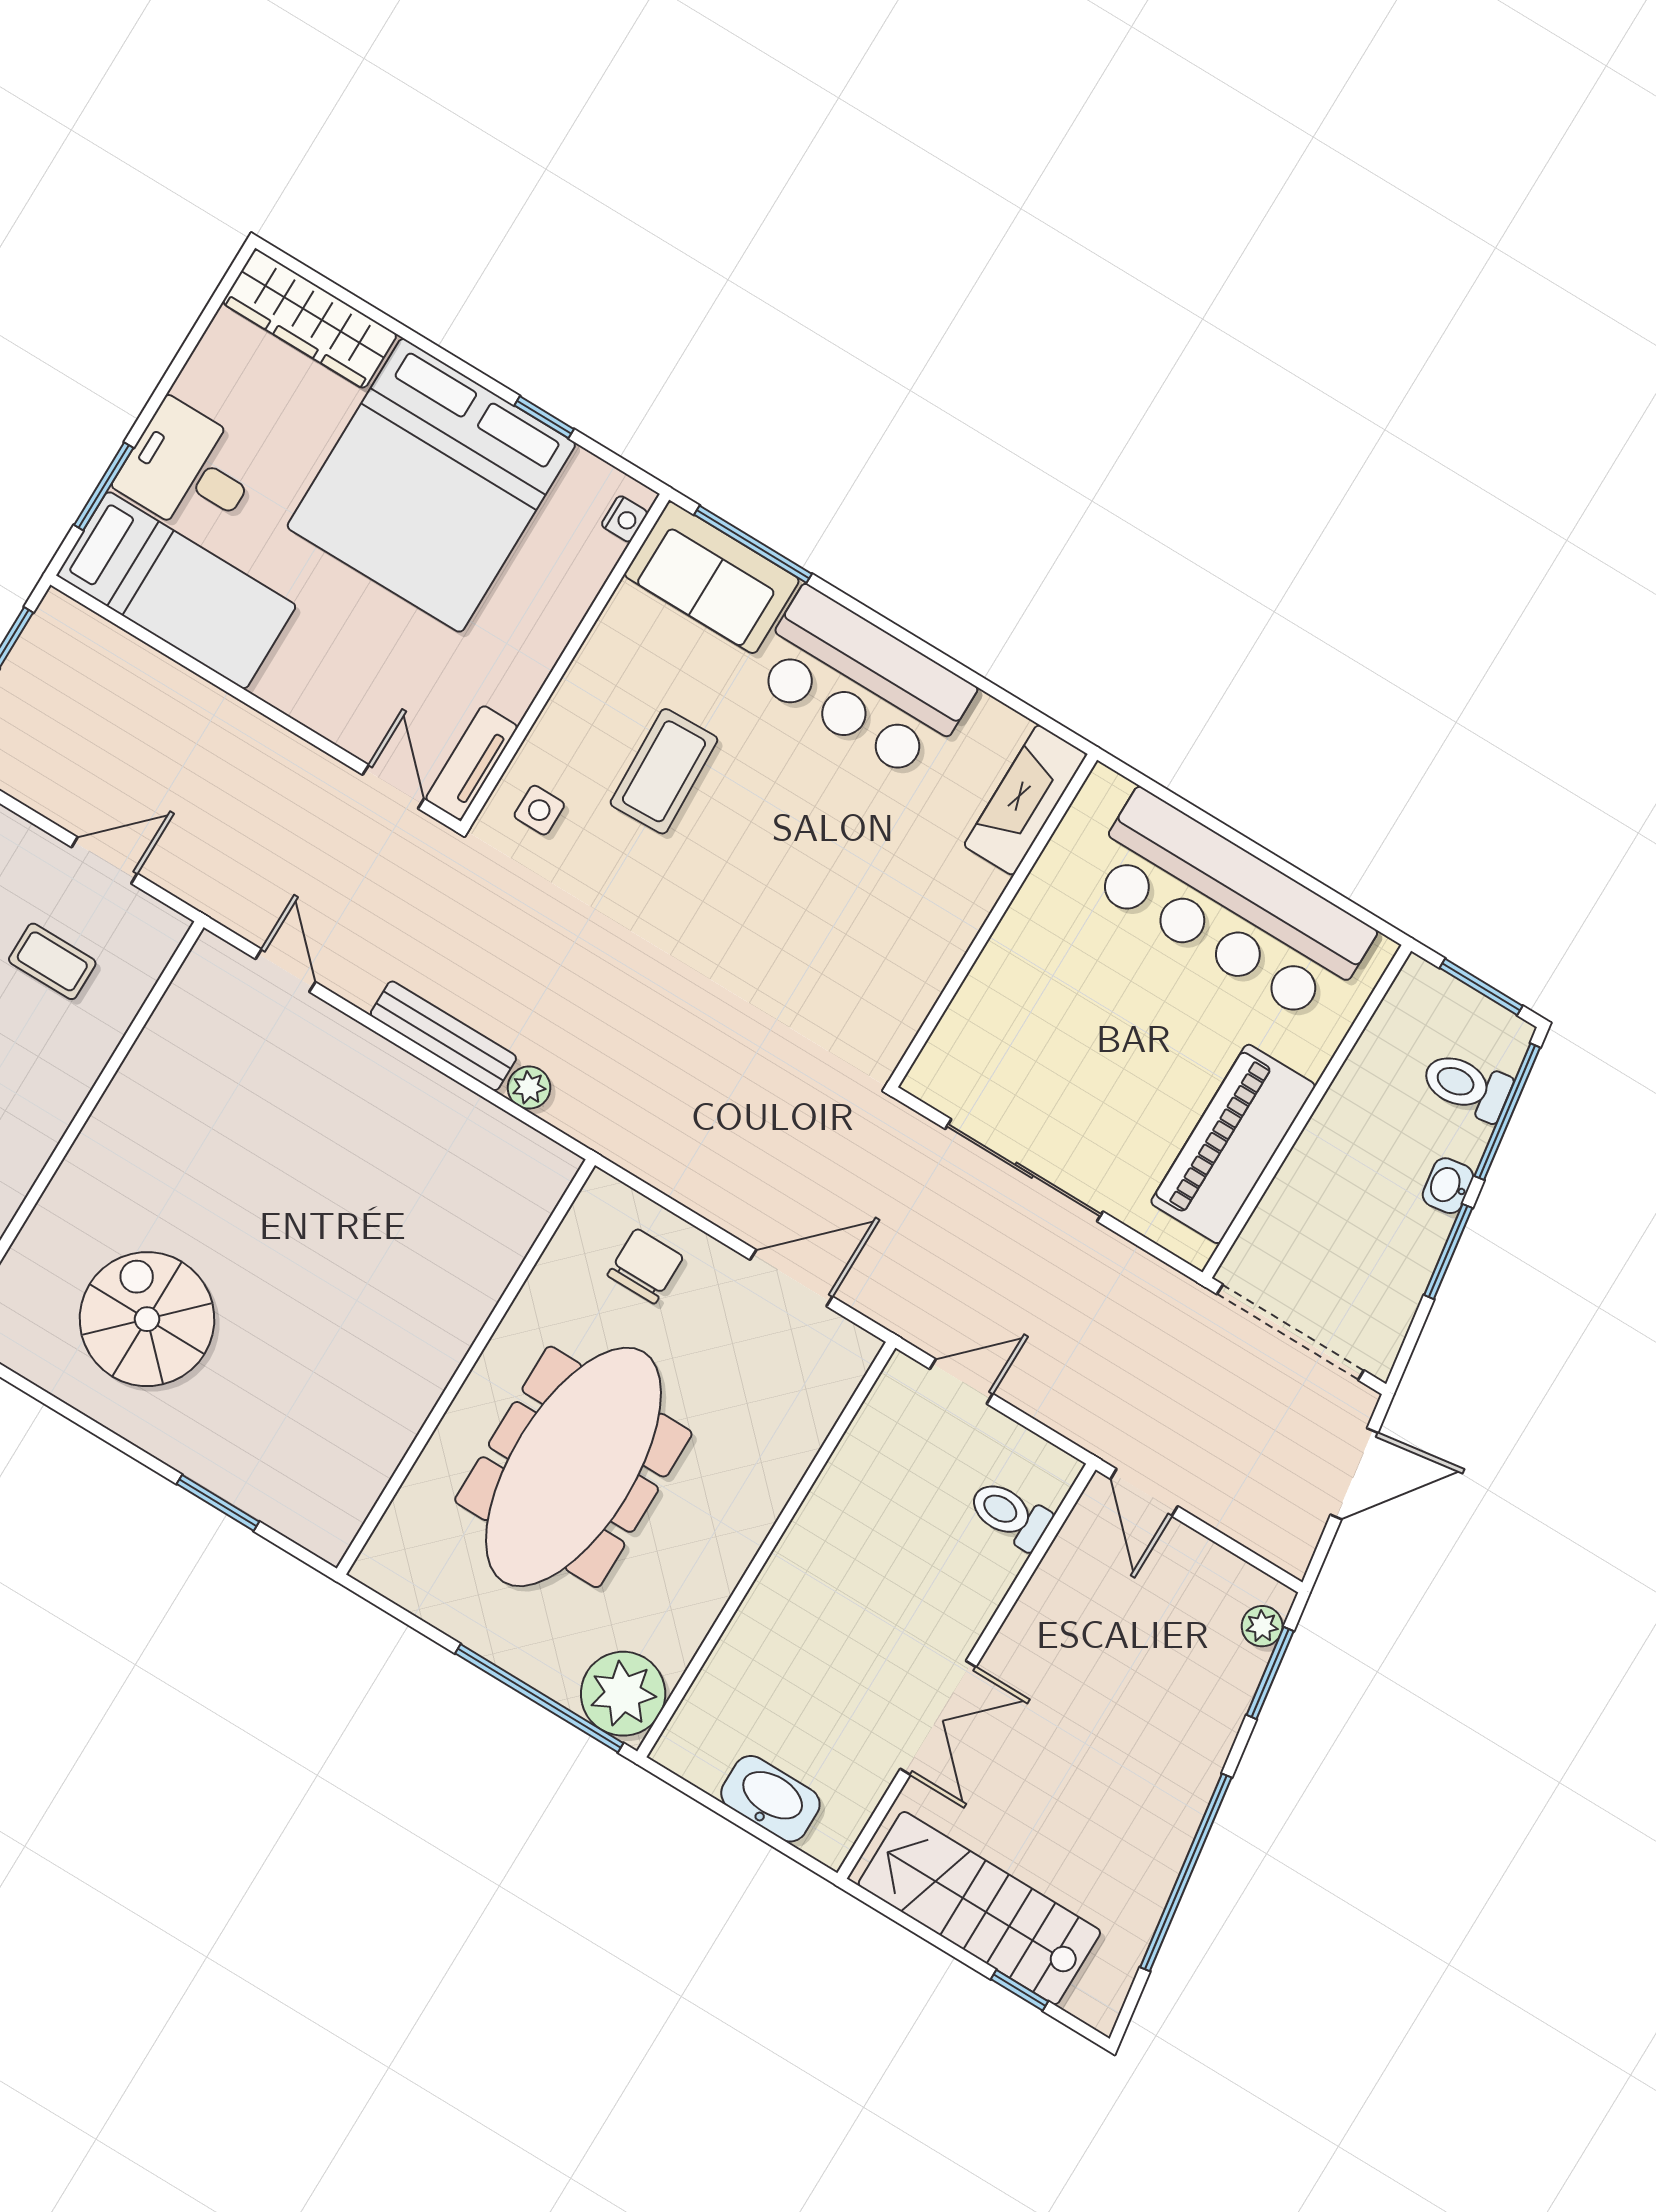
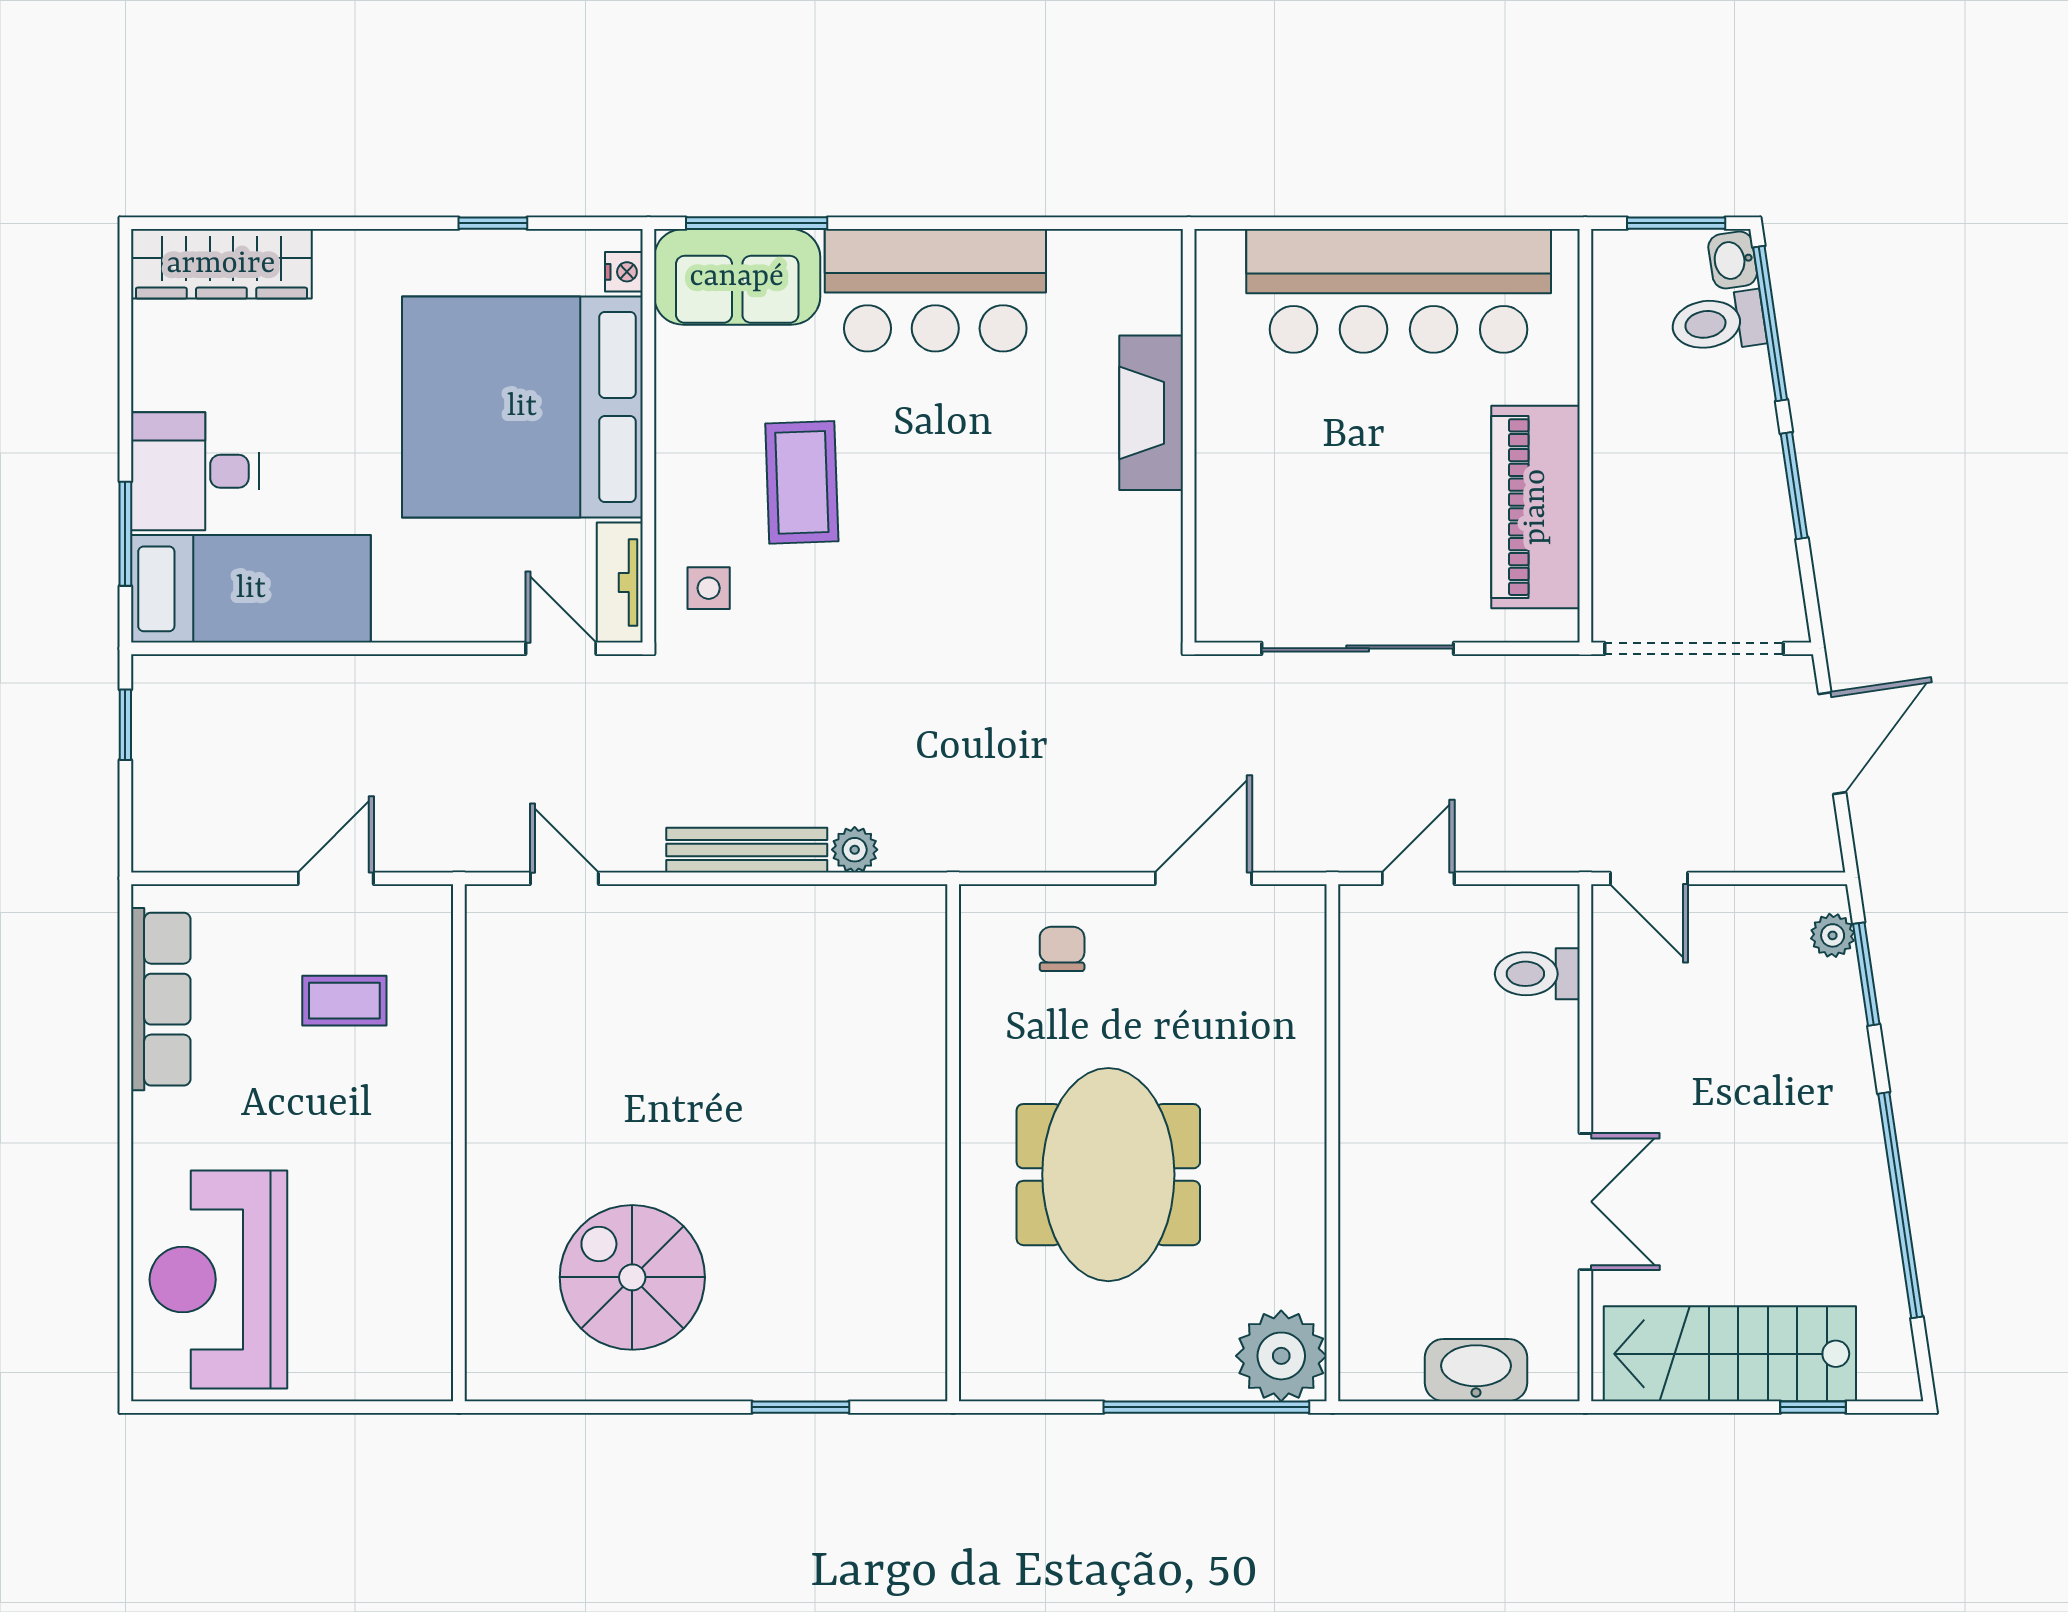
bed: (431, 485) -> (522, 407), moved, turned 90
fireplace: (1025, 800) -> (1151, 413), moved
washbasin: (1448, 1186) -> (1733, 260), moved
chair: (645, 1266) -> (1062, 949), width x0.73, depth x0.73
meeting table: (573, 1467) -> (1108, 1175), width x0.73

